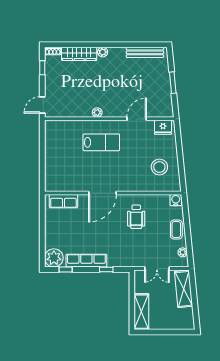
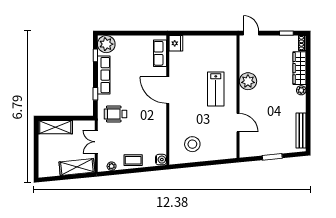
plant: (97, 113) -> (248, 81), width x1.87, depth x1.87
fridge: (163, 127) -> (176, 43), moved, turned 180
wheelchair: (136, 217) -> (115, 114), moved

